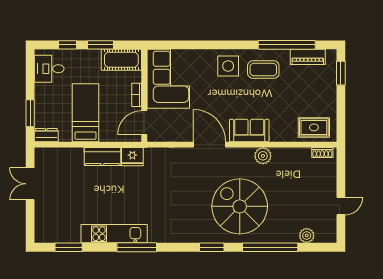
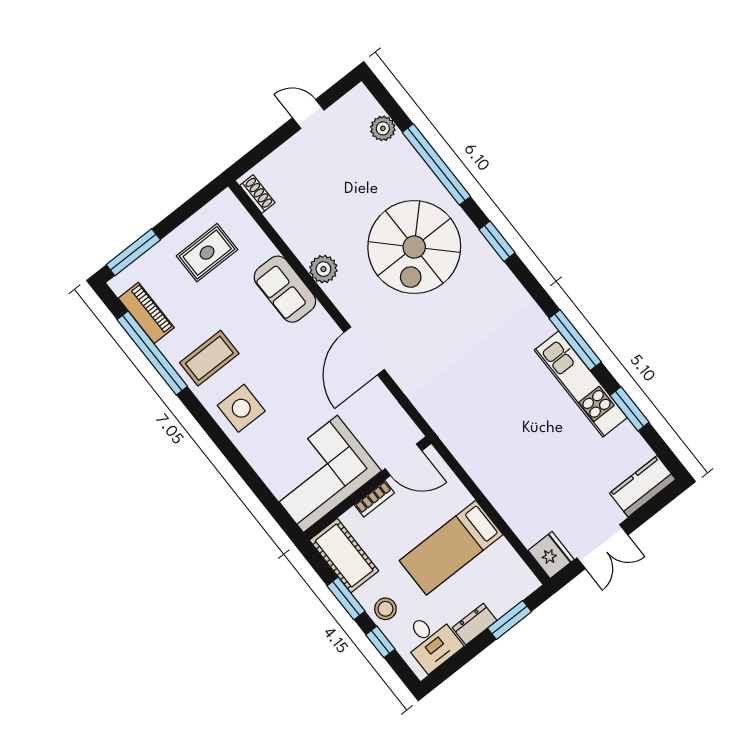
stool: (81, 59) -> (385, 609), added
coffee table: (263, 70) -> (209, 358), turned 90
window: (341, 73) -> (133, 252), width x1.44
rug: (314, 127) -> (207, 253), moved, turned 90
sofa: (249, 130) -> (285, 289), moved
dresser: (46, 135) -> (475, 624), moved, turned 90
kitchen counter: (102, 157) -> (643, 486), moved, turned -90
fridge: (132, 157) -> (551, 555), moved
window: (69, 247) -> (629, 409), moved

